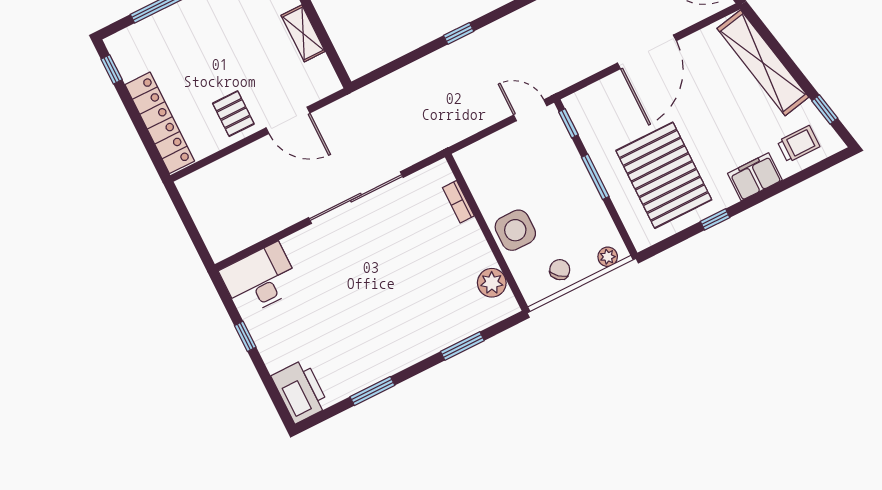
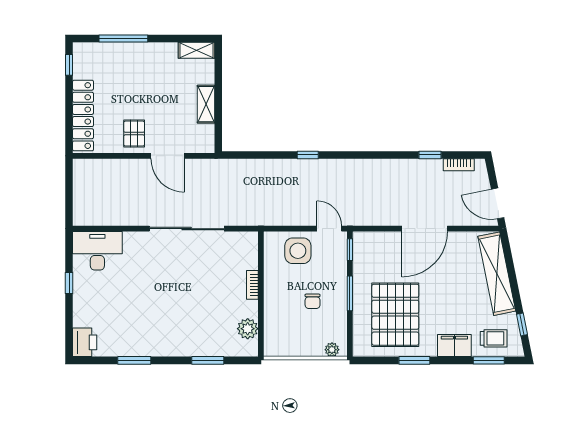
window: (806, 174) -> (489, 360), added
bookcase: (458, 202) -> (252, 285), moved
window: (715, 219) -> (414, 360), width x1.50
side table: (515, 230) -> (298, 251), moved
chair: (560, 270) -> (313, 301), moved, turned 139
printer: (300, 391) -> (85, 342), width x0.73, depth x0.84

